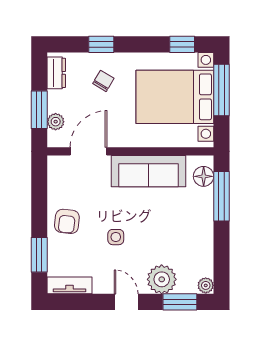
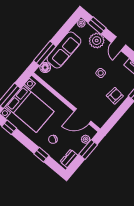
sofa: (149, 171) -> (64, 50), moved, turned 90

